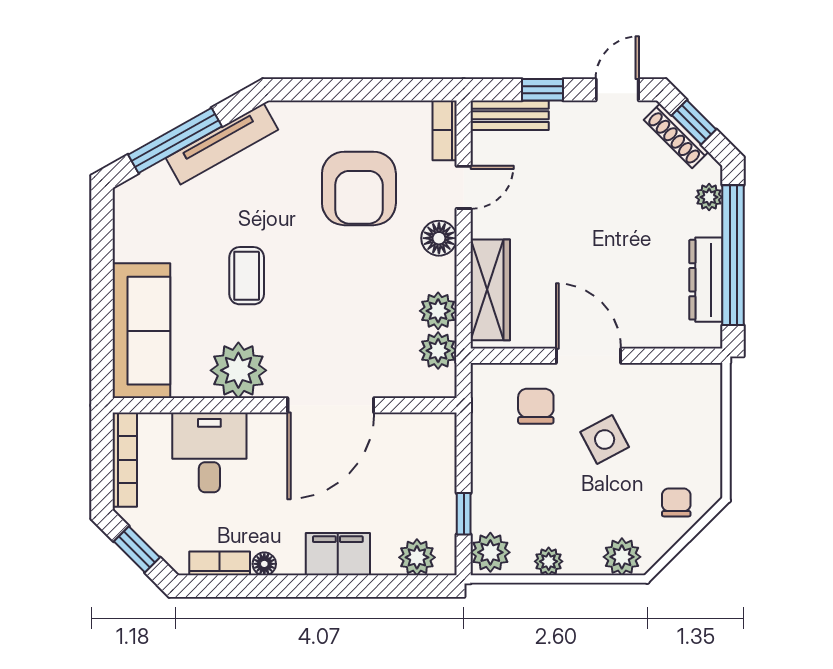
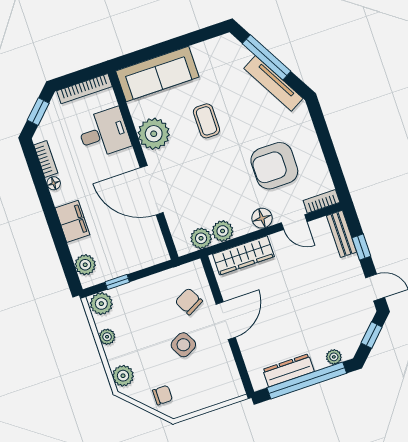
shoe rack: (676, 136) -> (361, 328), removed
coffee table: (247, 276) -> (206, 121), turned 90
chair: (536, 406) -> (189, 301), turned -118

